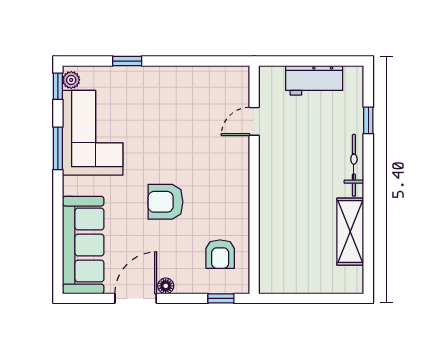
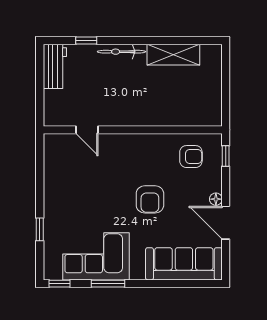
plant: (71, 80) -> (55, 273), removed
workbench: (314, 80) -> (55, 66), moved

